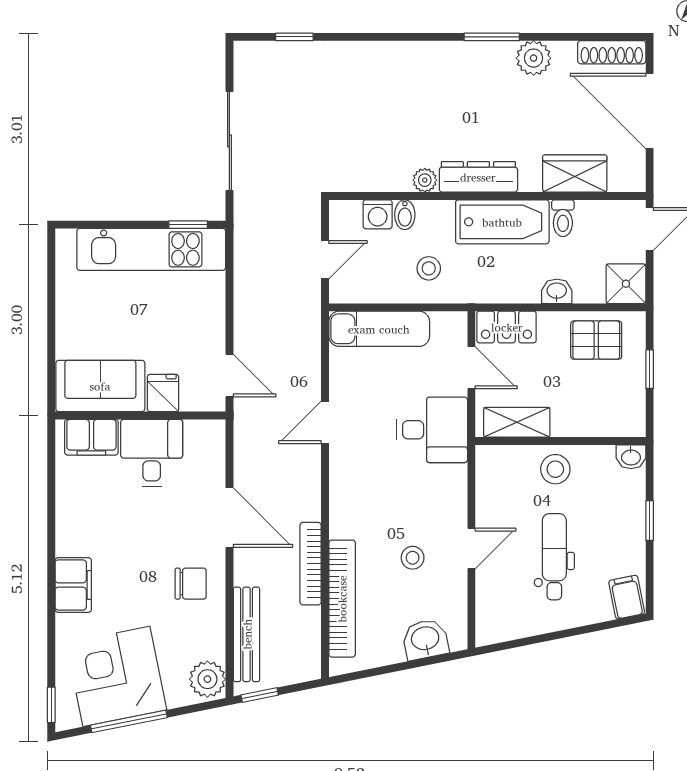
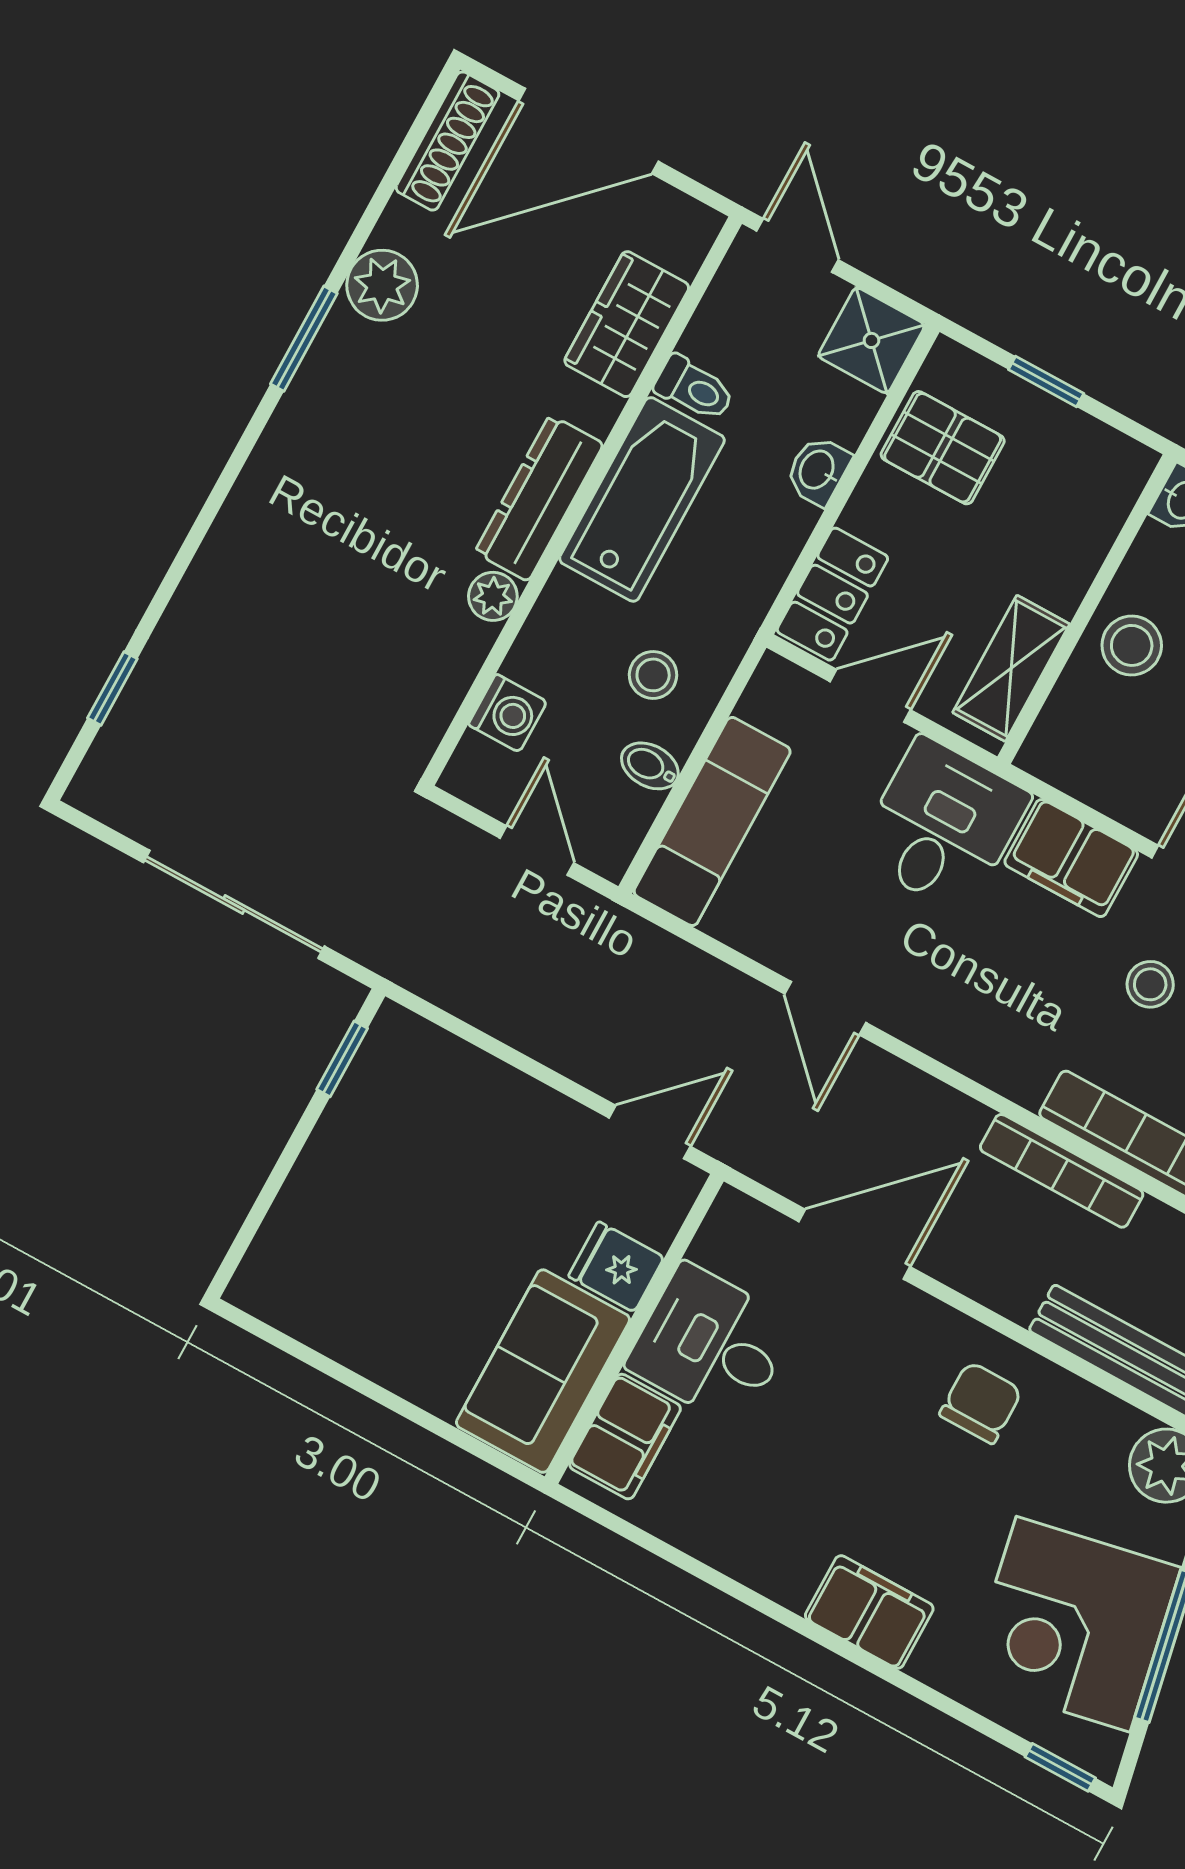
bidet: (405, 215) -> (650, 766), moved, turned 180
kitchen unit: (151, 249) -> (350, 1148), removed
pallet: (596, 340) -> (943, 448), turned 90
filing cabinet: (449, 493) -> (1071, 858), added
door: (229, 518) -> (854, 1244), moved

